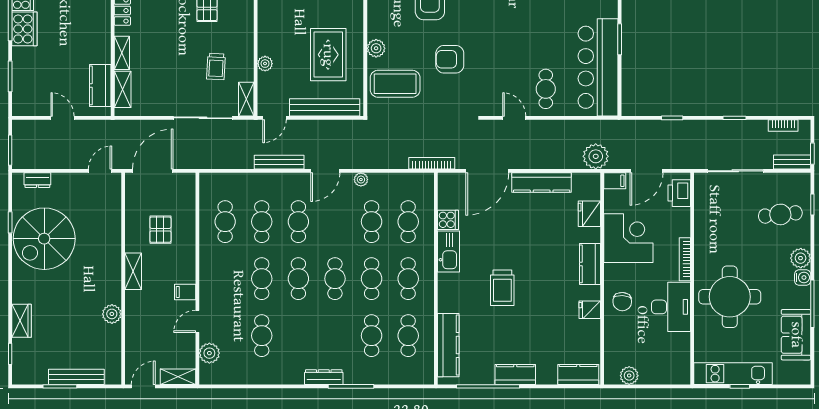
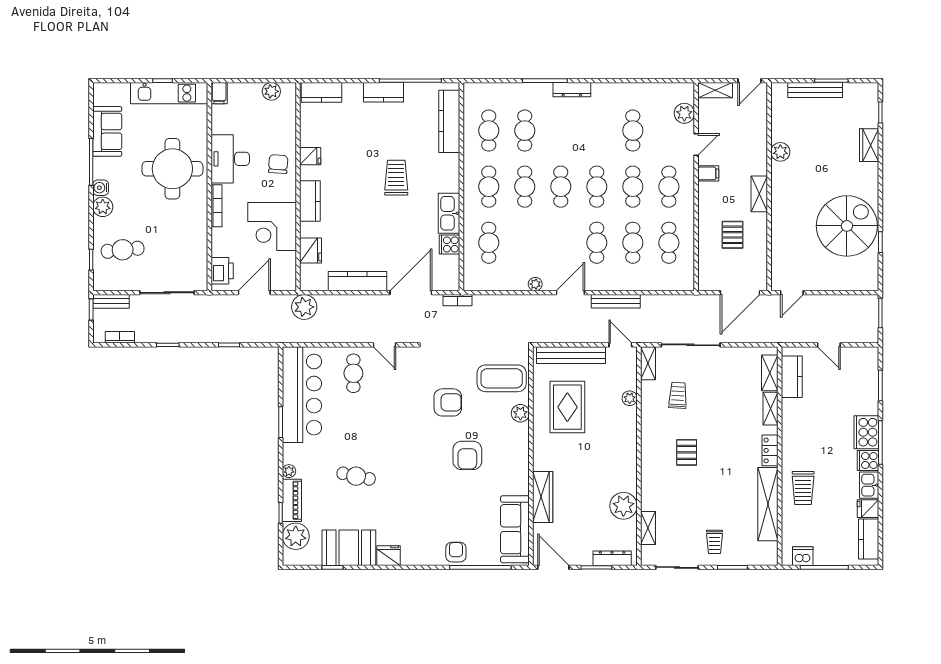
door: (274, 118) -> (620, 345), hinge flipped
bookcase: (432, 163) -> (457, 300), width x0.64
dresser: (37, 180) -> (854, 284), removed
filing cabinet: (615, 181) -> (219, 93), moved, turned -90
cafe table: (372, 222) -> (669, 187), moved

